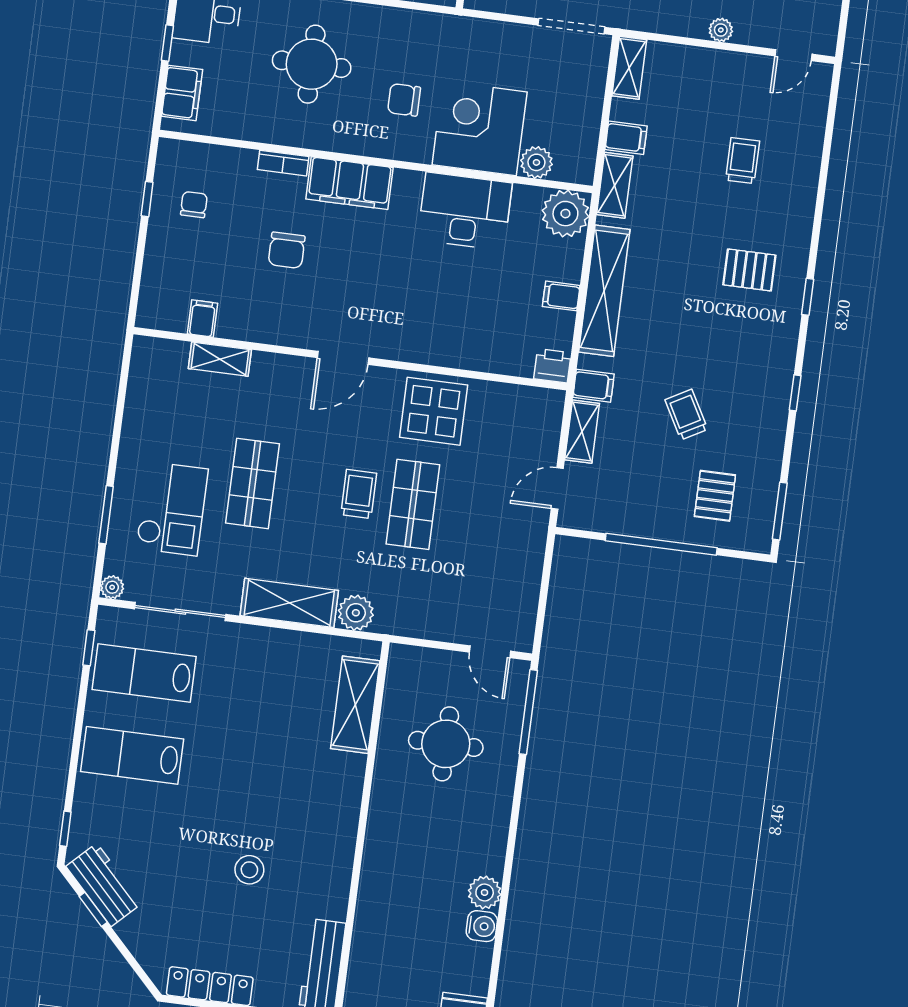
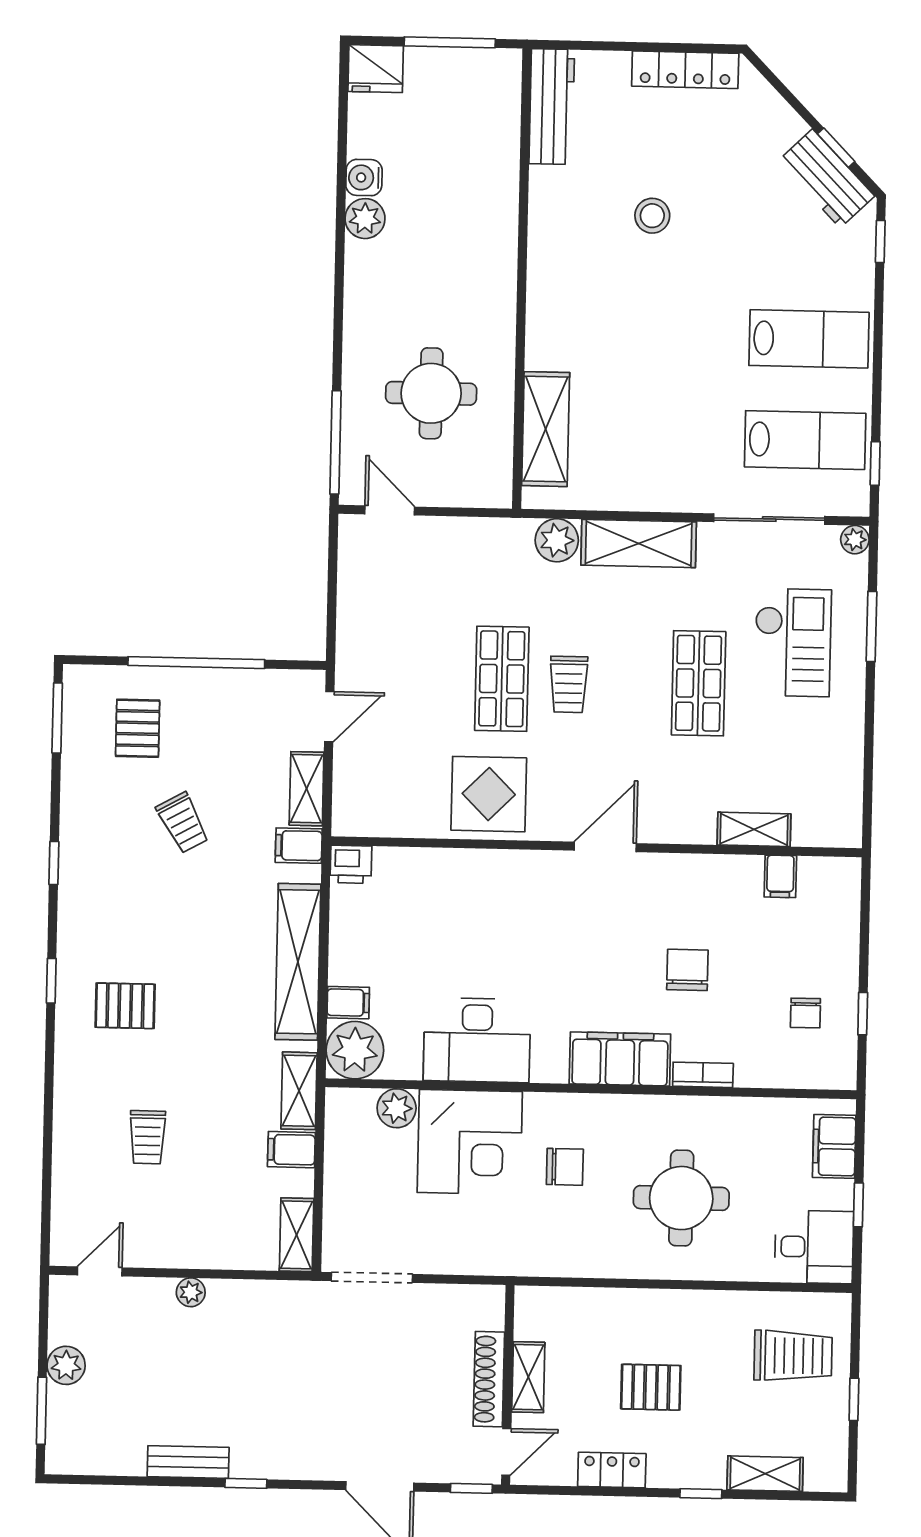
filing cabinet: (561, 296) -> (348, 1003), moved
checkout: (172, 509) -> (793, 642), turned 180

